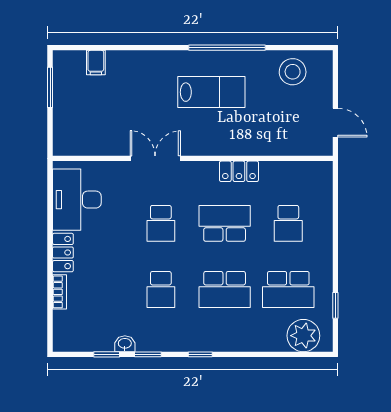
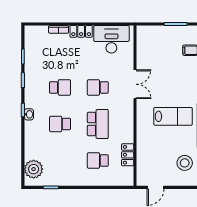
lab bench: (211, 92) -> (173, 116), turned -90
locker: (239, 171) -> (128, 155), moved
school desk: (161, 289) -> (60, 87), turned 180
school desk: (225, 289) -> (60, 124), width x0.54
school desk: (288, 289) -> (60, 160), removed
washbasin: (125, 344) -> (29, 114), moved

